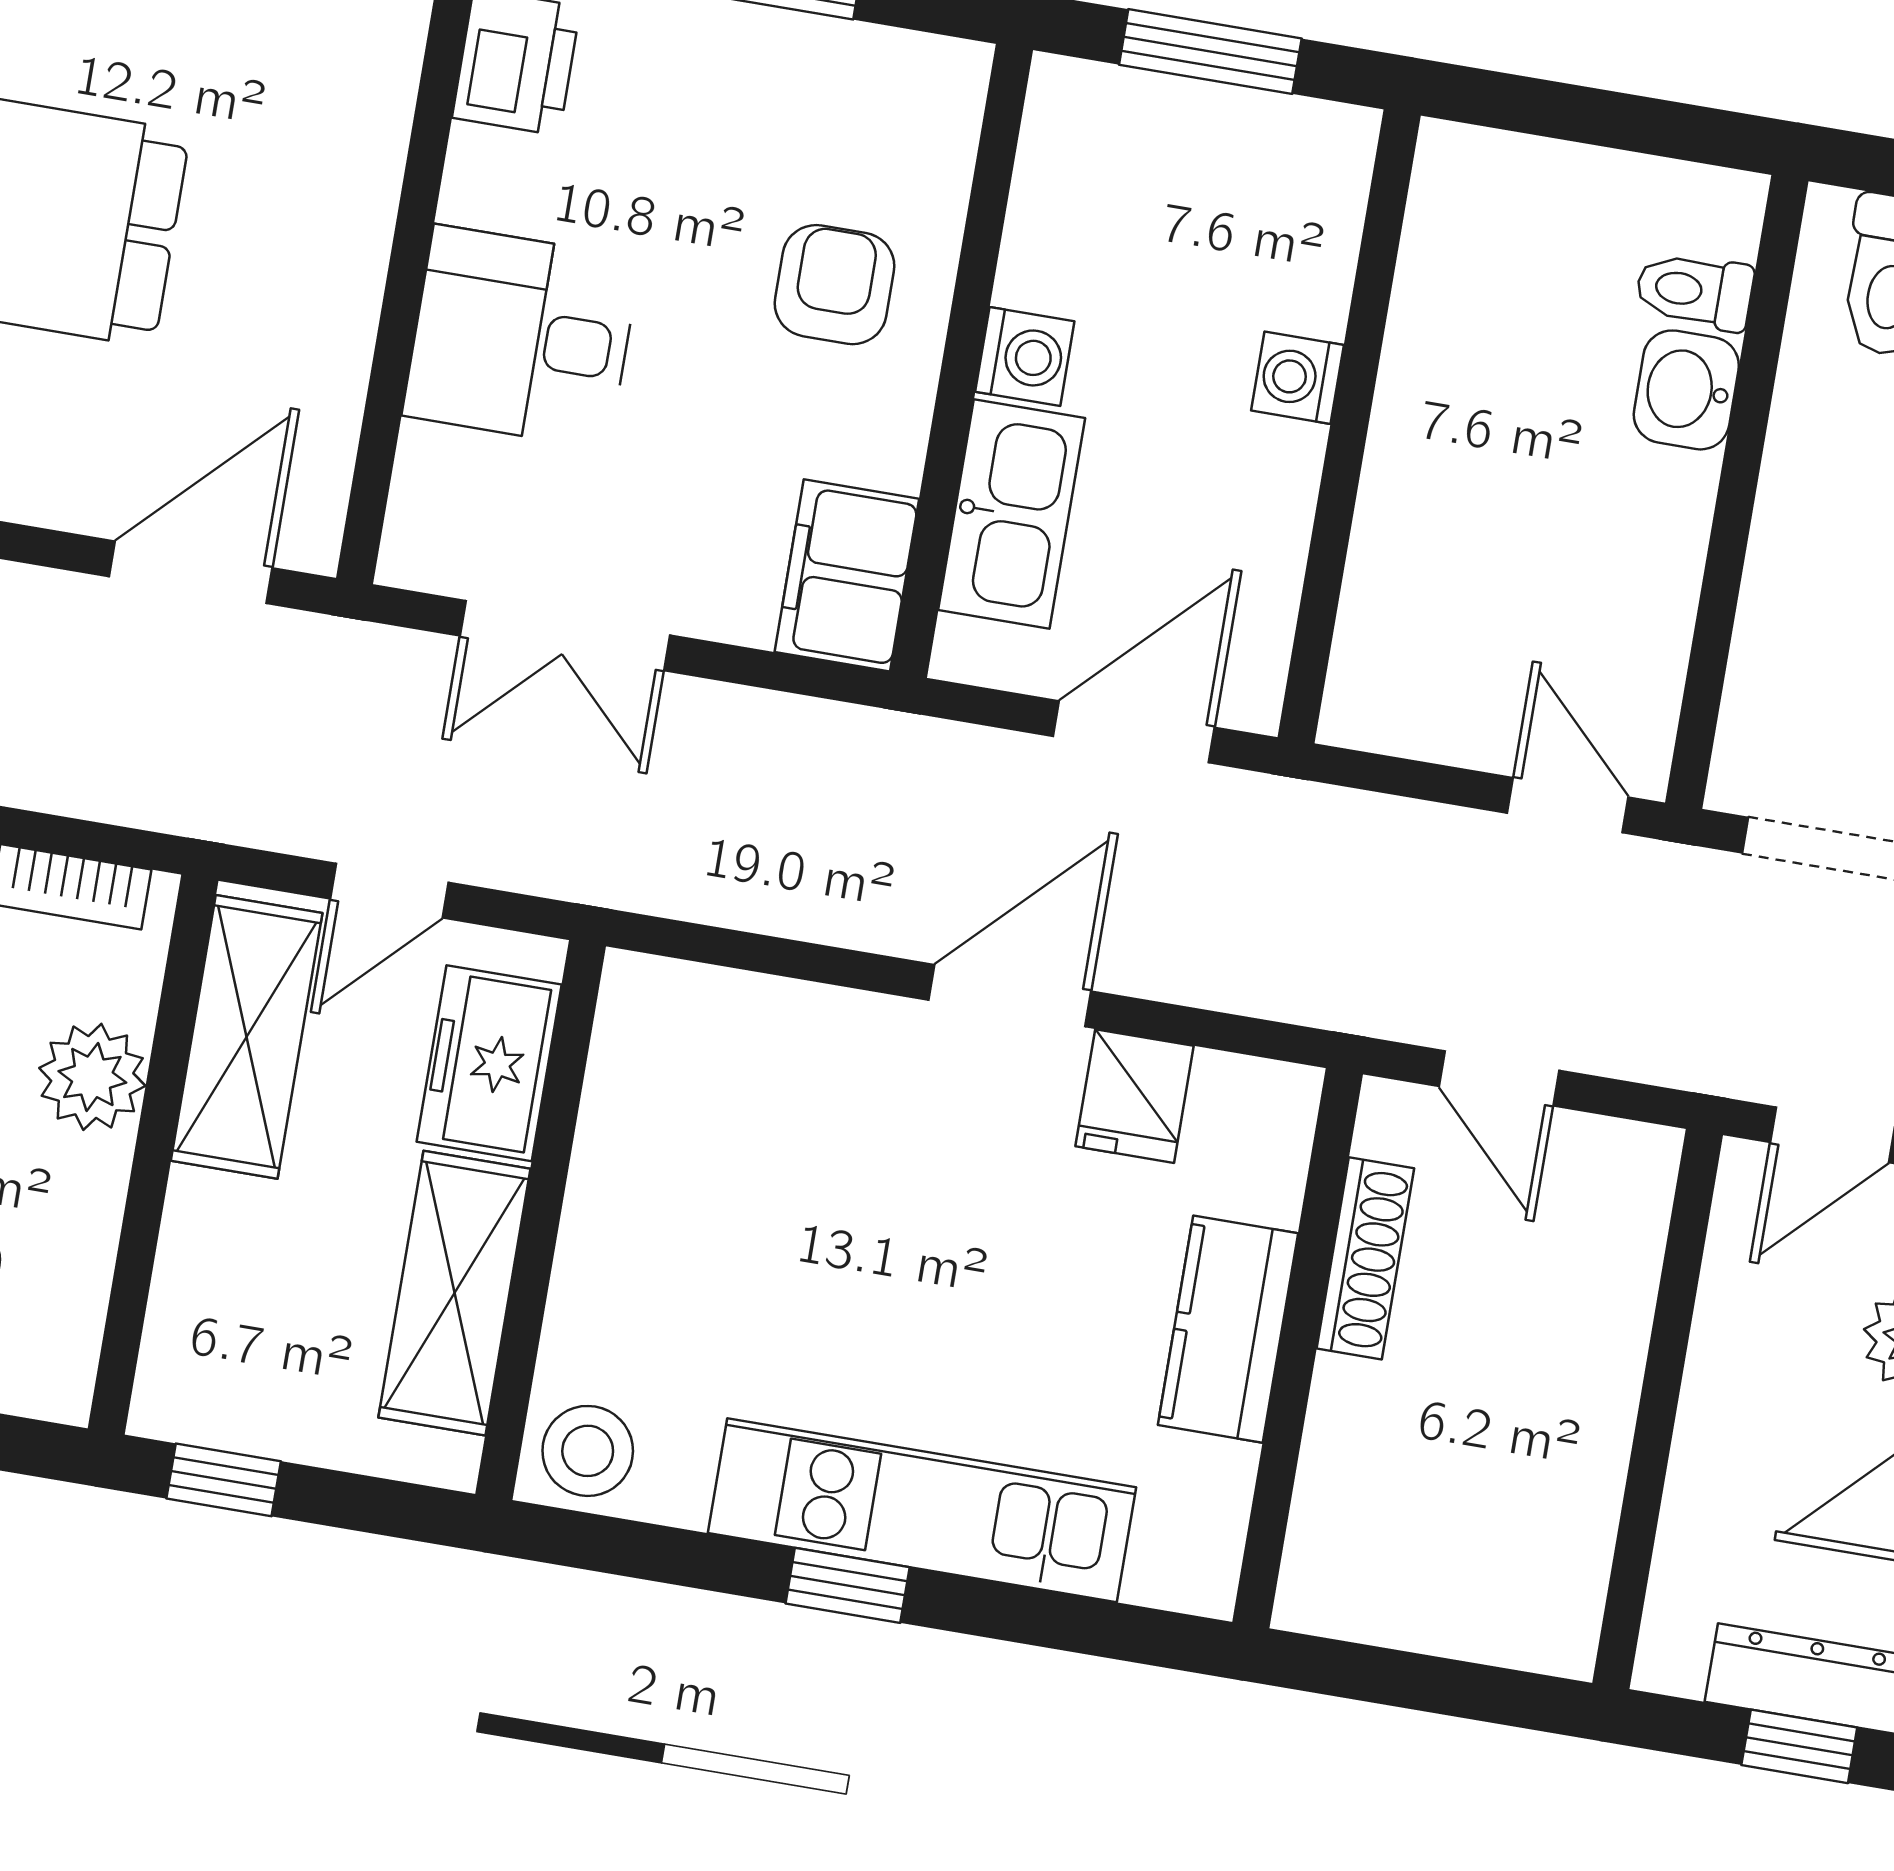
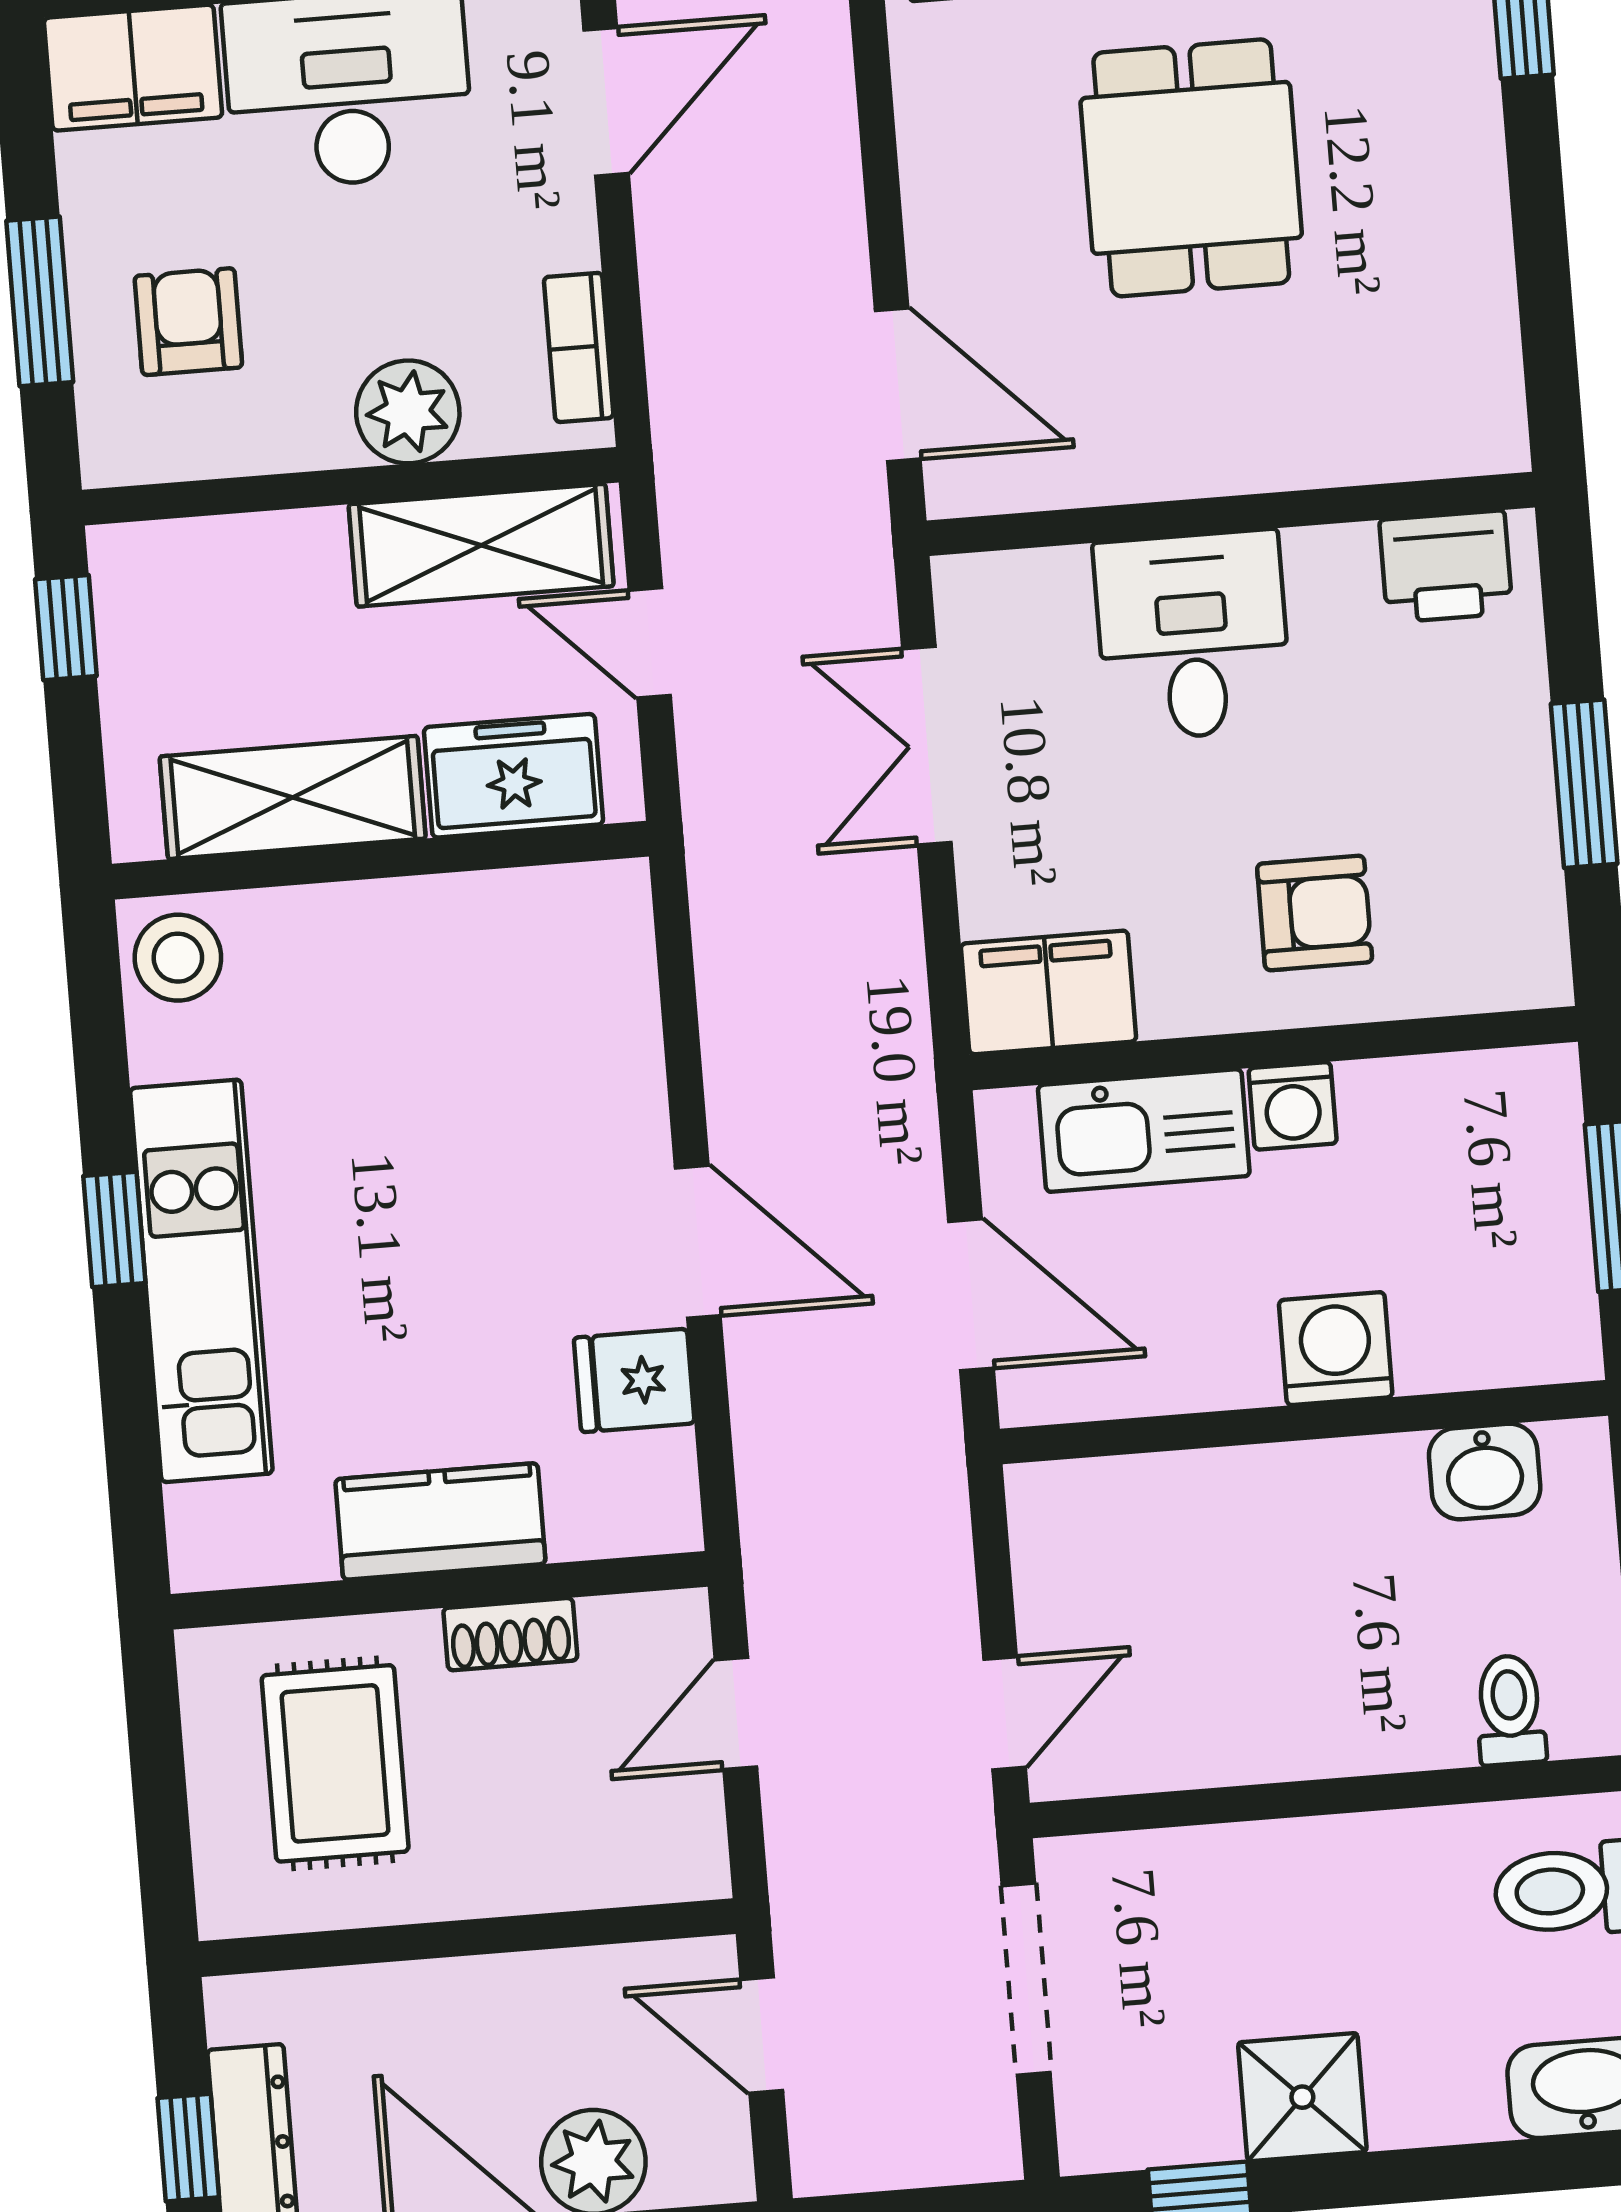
washing machine: (1298, 378) -> (1336, 1349), width x1.38, depth x1.38
washbasin: (1686, 390) -> (1485, 1472), moved, turned 180
shoe rack: (1365, 1258) -> (510, 1634), width x0.70
rug: (1447, 1498) -> (335, 1763), added

